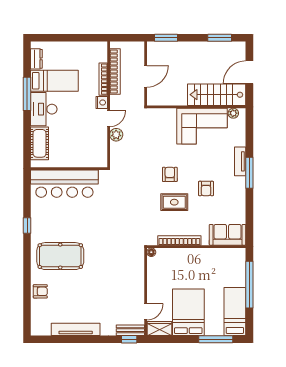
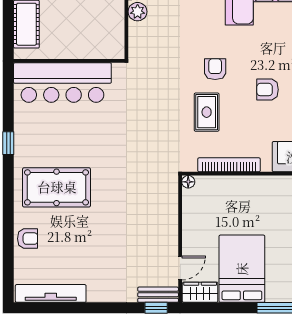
armchair: (206, 188) -> (268, 90), turned 90
rug: (174, 202) -> (207, 112), moved, turned 90
tv unit: (76, 329) -> (51, 293), moved

